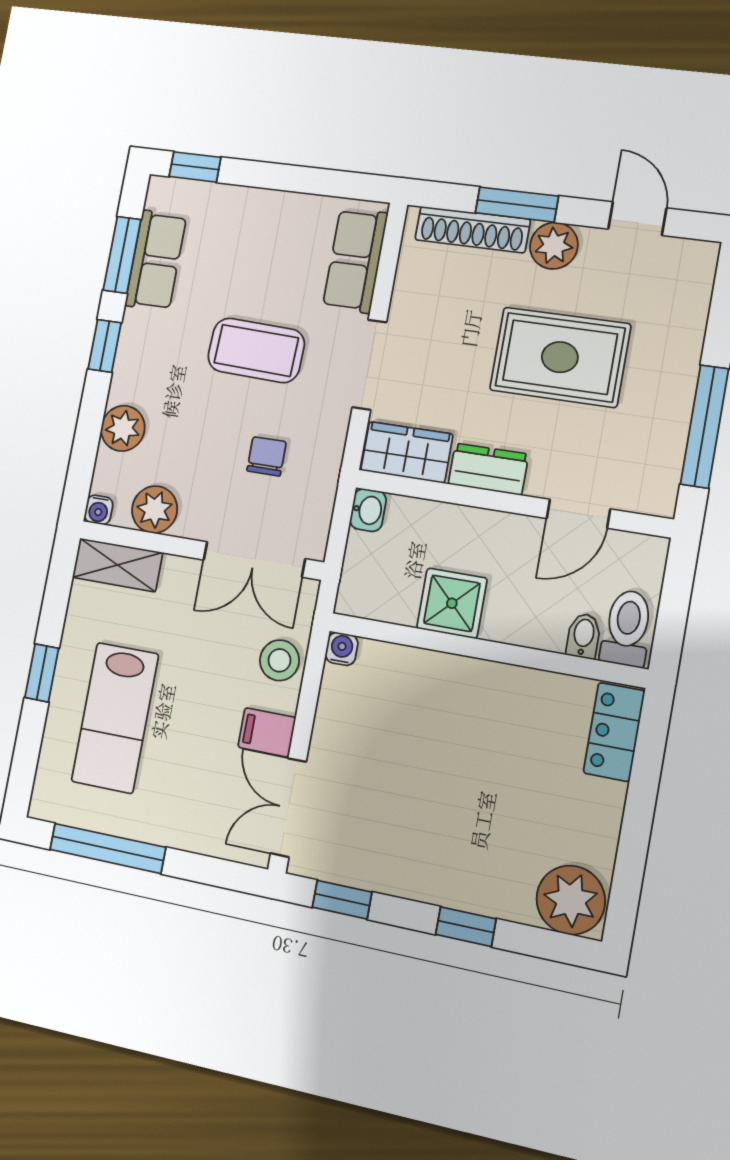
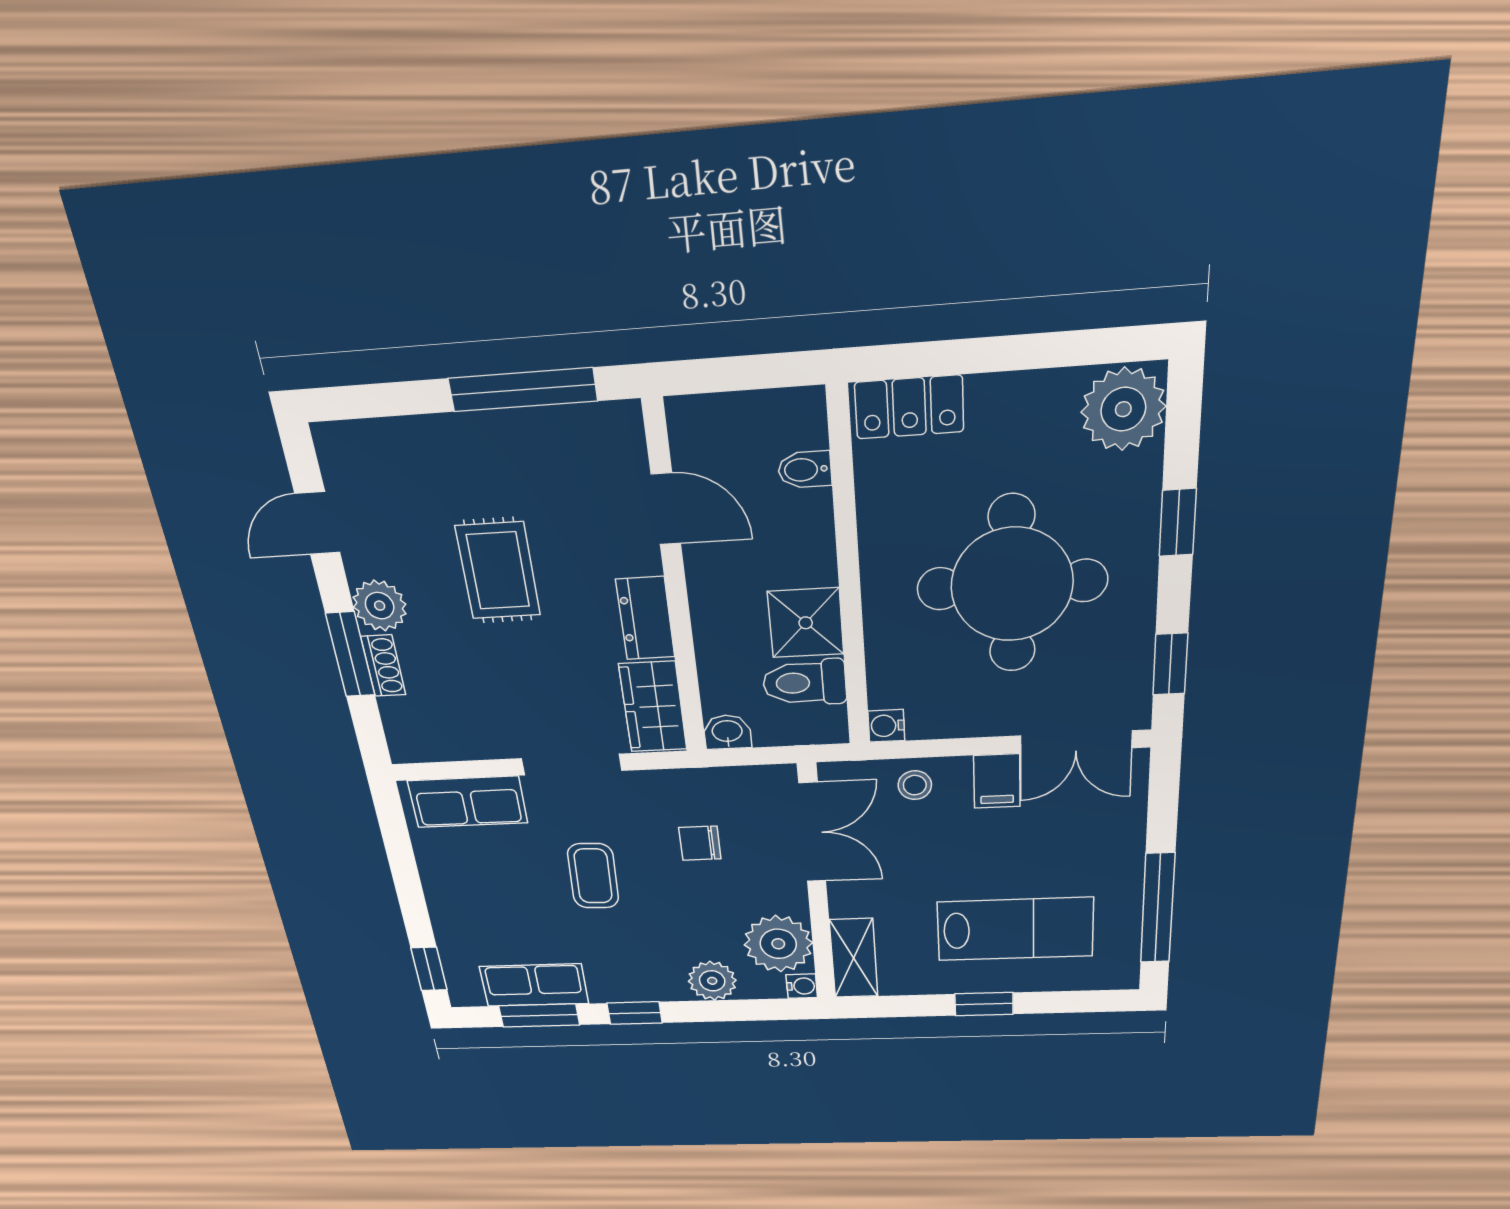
shoe rack: (472, 230) -> (383, 666), width x0.51, depth x0.81
coffee table: (256, 350) -> (593, 876), width x0.73, depth x0.77
rug: (560, 357) -> (498, 571), width x0.73, depth x0.70
plant: (155, 510) -> (778, 944), width x1.36, depth x1.36
toilet: (627, 628) -> (804, 683), moved
stool: (279, 660) -> (915, 785), width x0.73, depth x0.73
round table: (444, 782) -> (1012, 585), added

